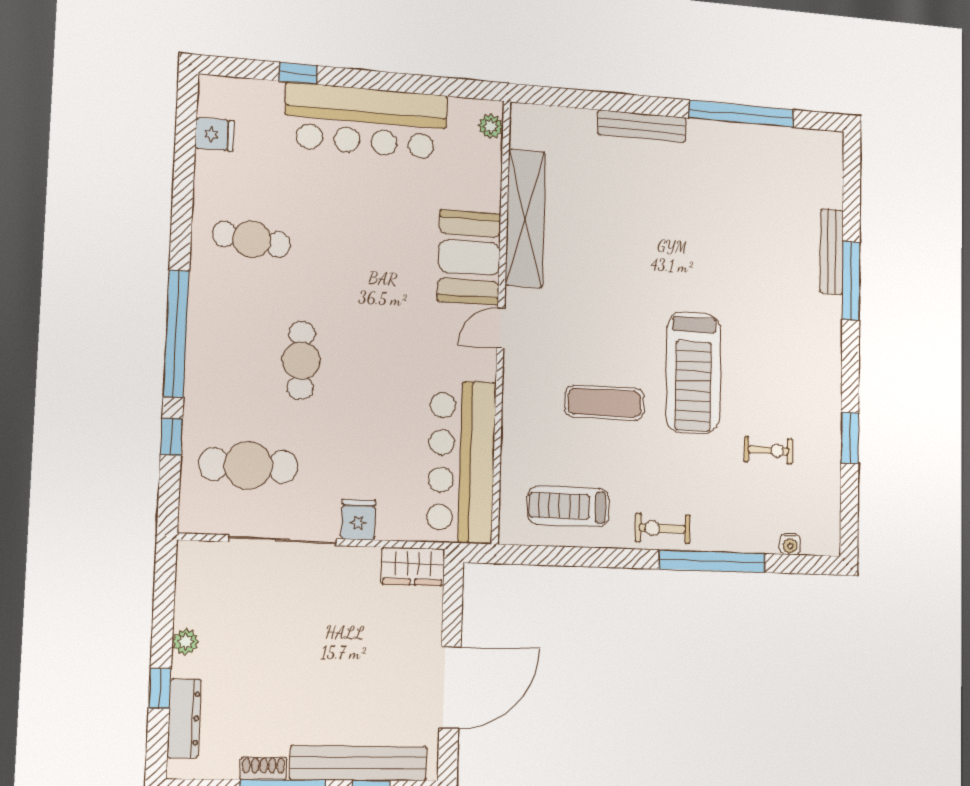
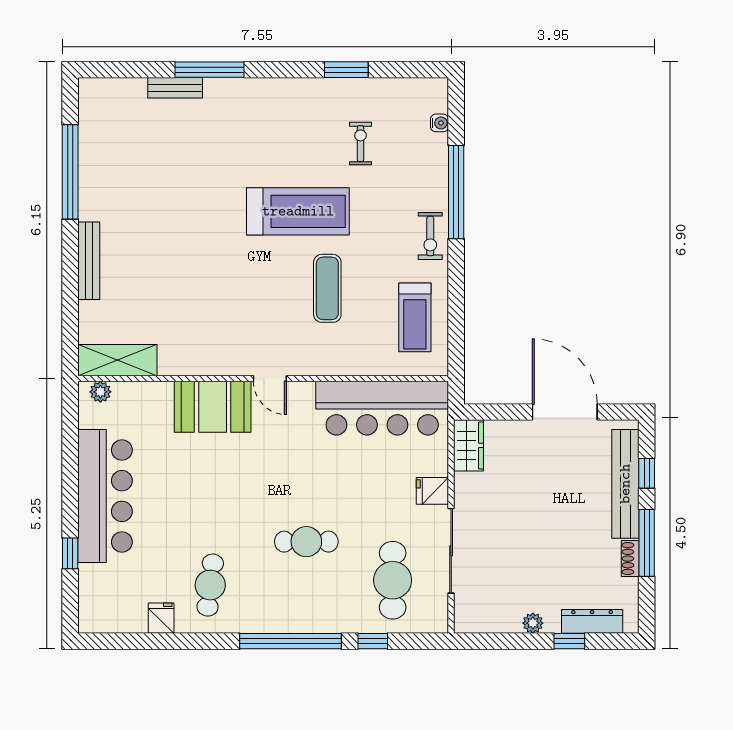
fridge: (215, 134) -> (161, 618), moved
shelving: (525, 218) -> (117, 360), moved, width x0.68
bench: (832, 252) -> (175, 88), width x0.73

